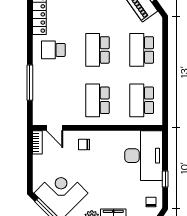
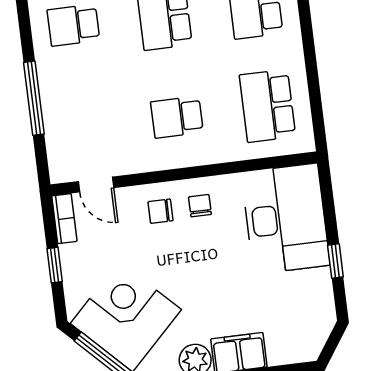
school desk: (98, 100) -> (177, 117), width x0.54
window: (30, 164) -> (55, 265), added
chair: (151, 202) -> (200, 206), moved

